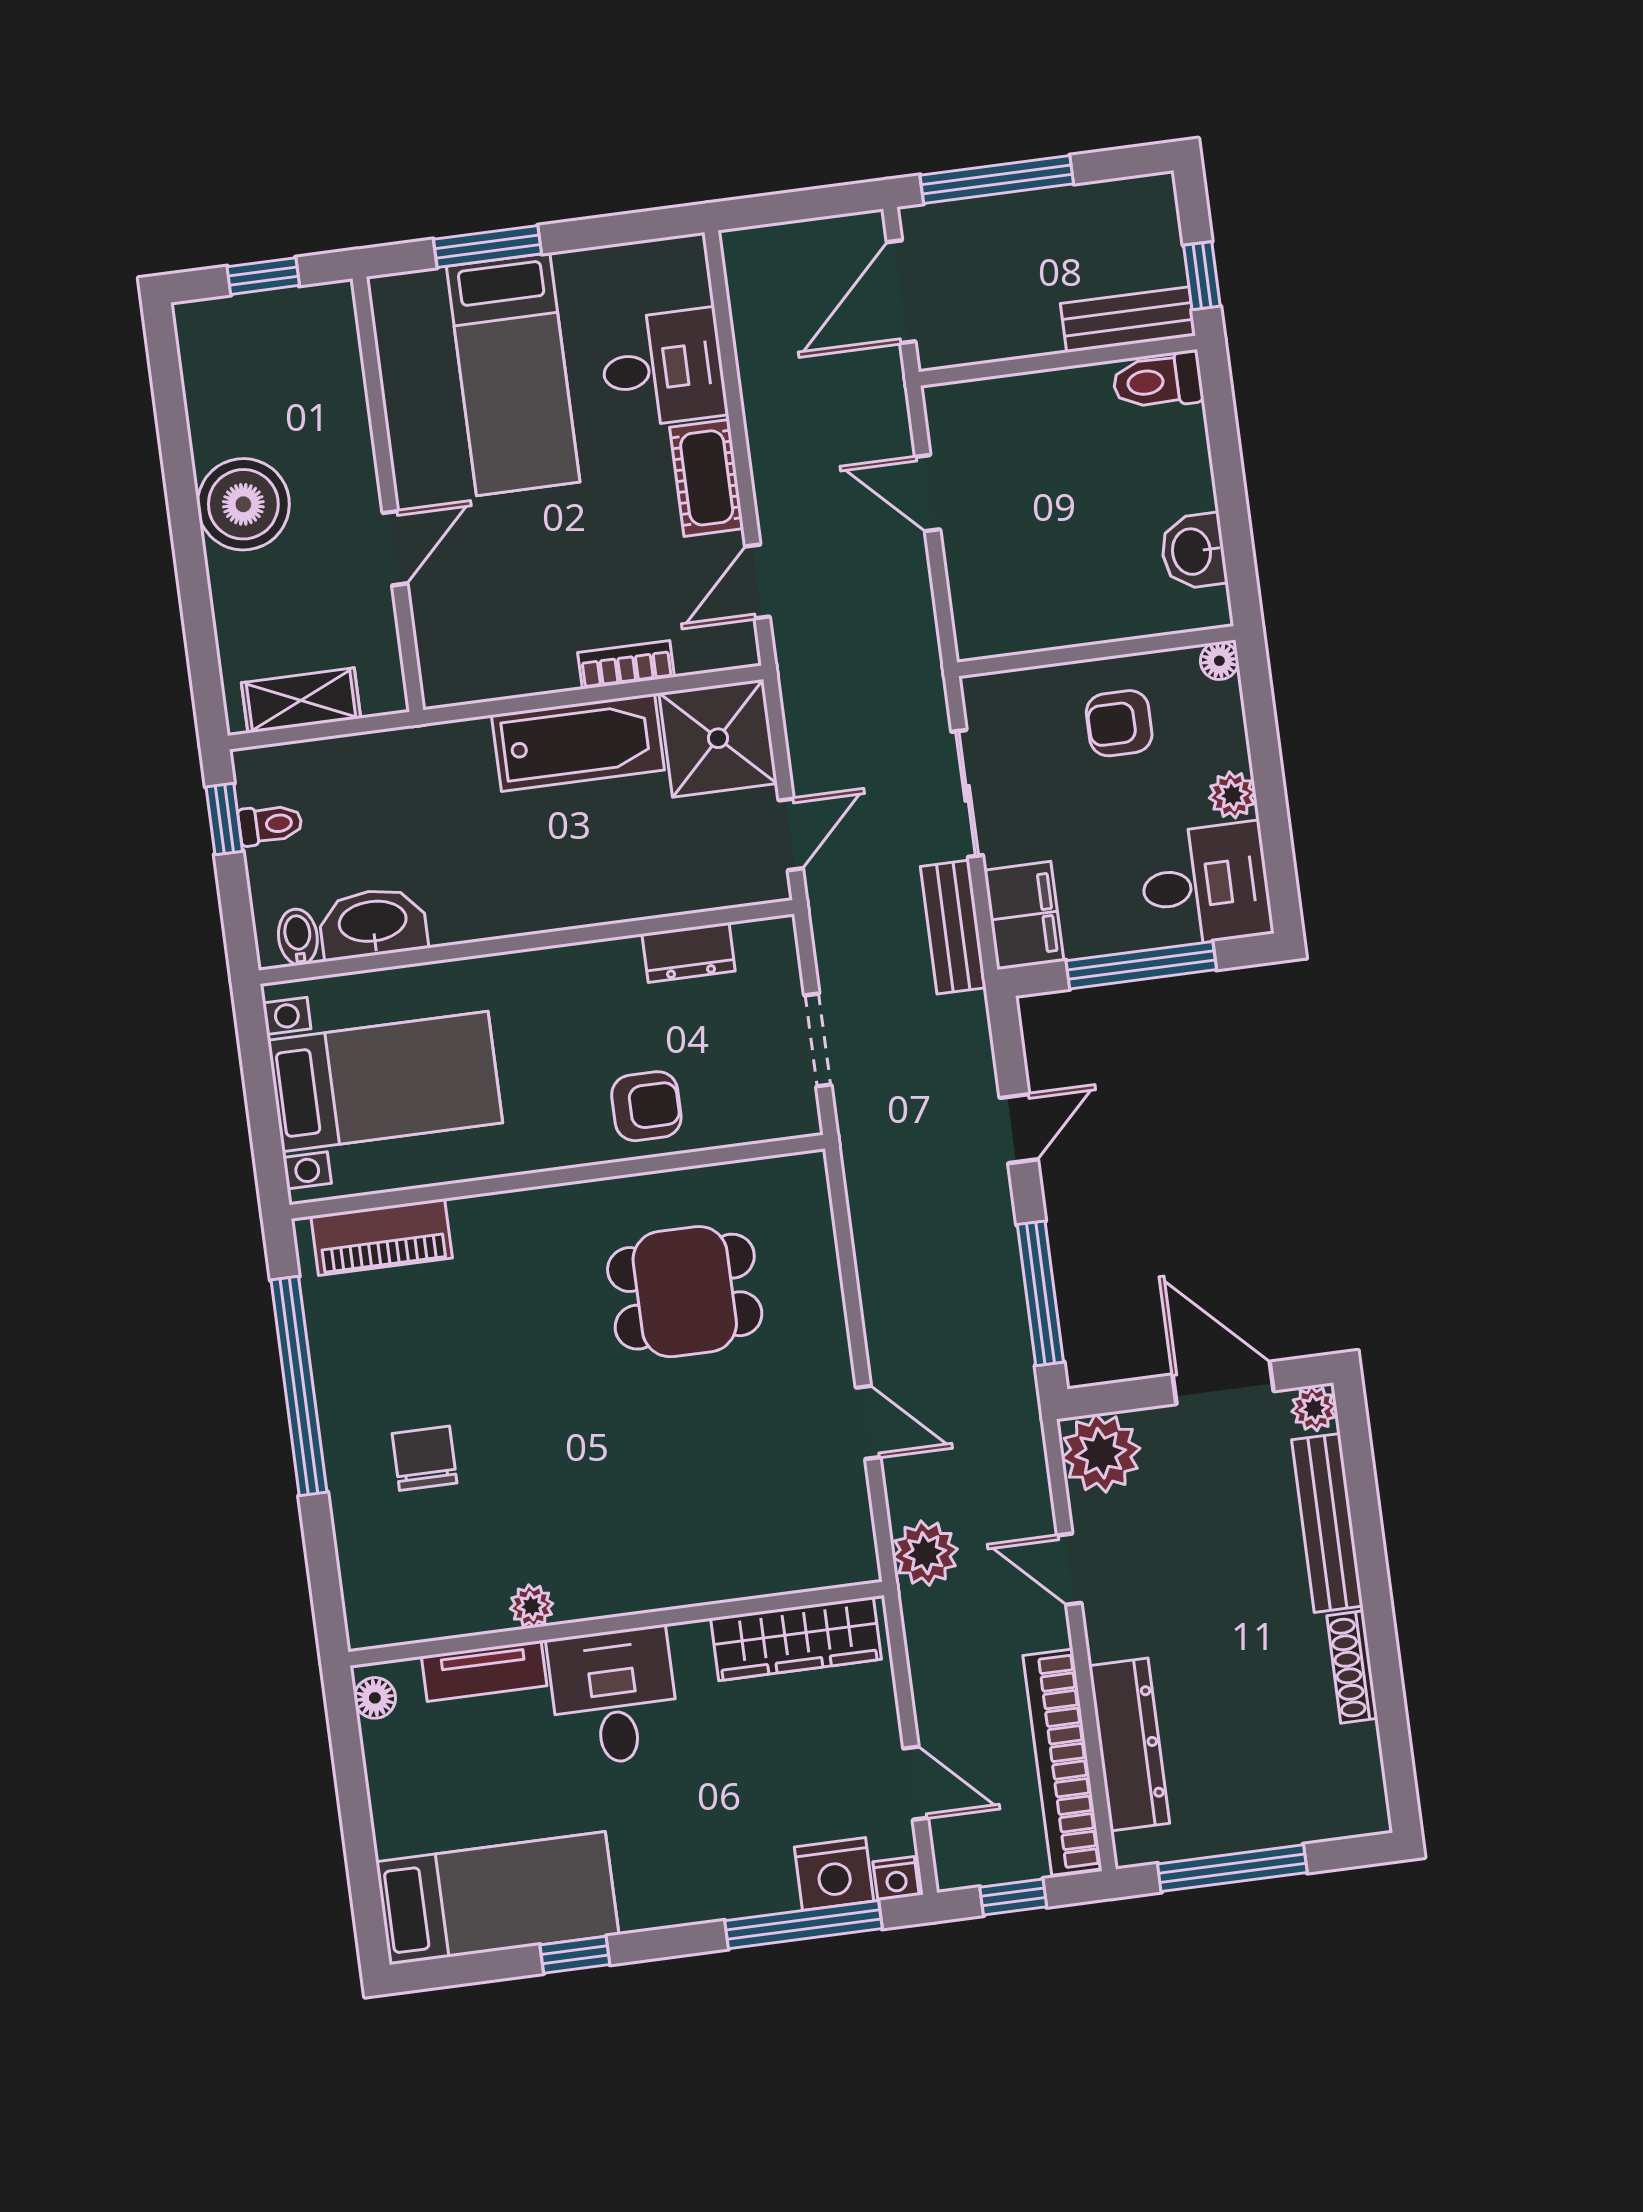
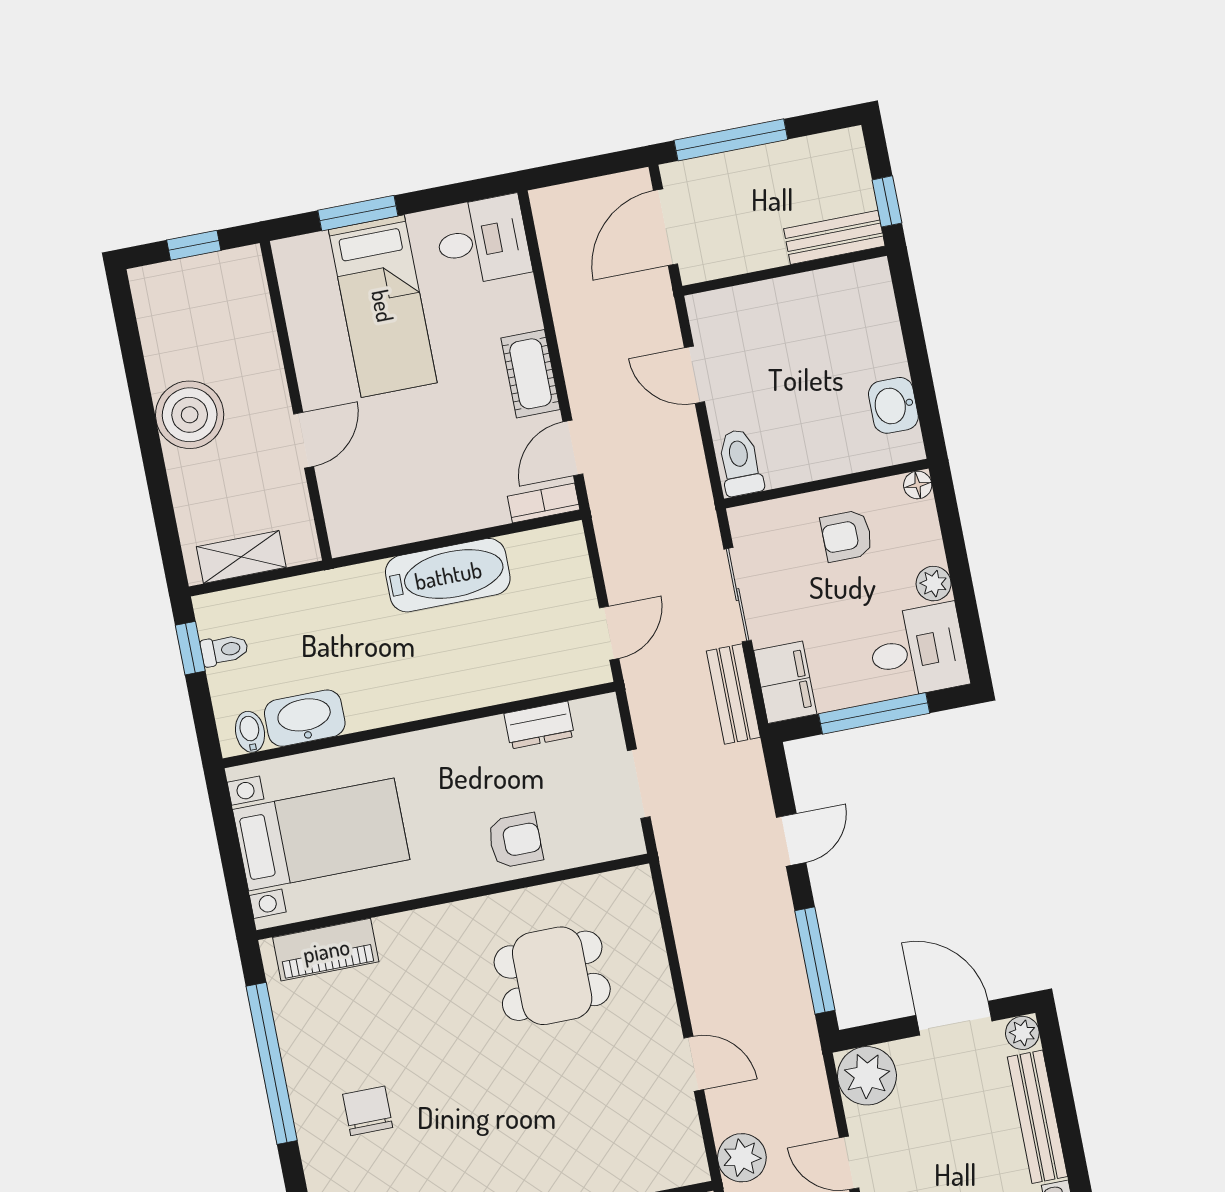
desk: (663, 368) -> (483, 241), moved
toilet: (1158, 381) -> (740, 463), moved, turned 90
bookcase: (626, 665) -> (544, 503), moved
shower: (718, 738) -> (551, 565), removed

